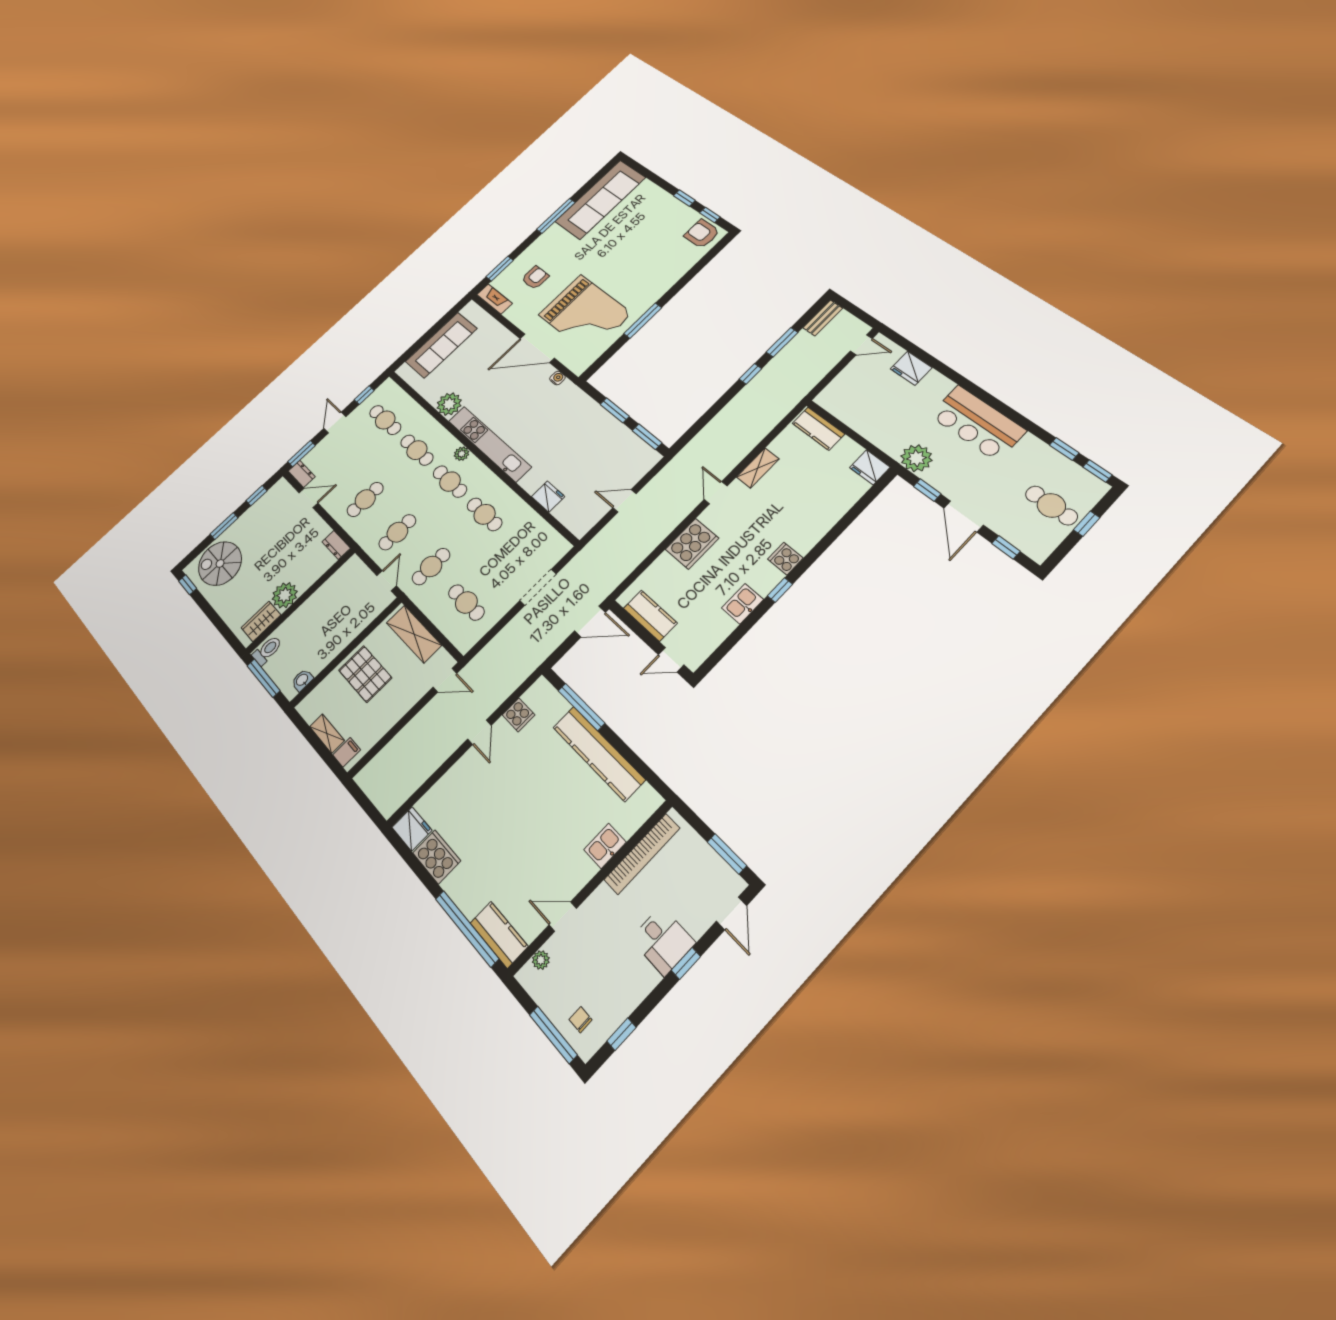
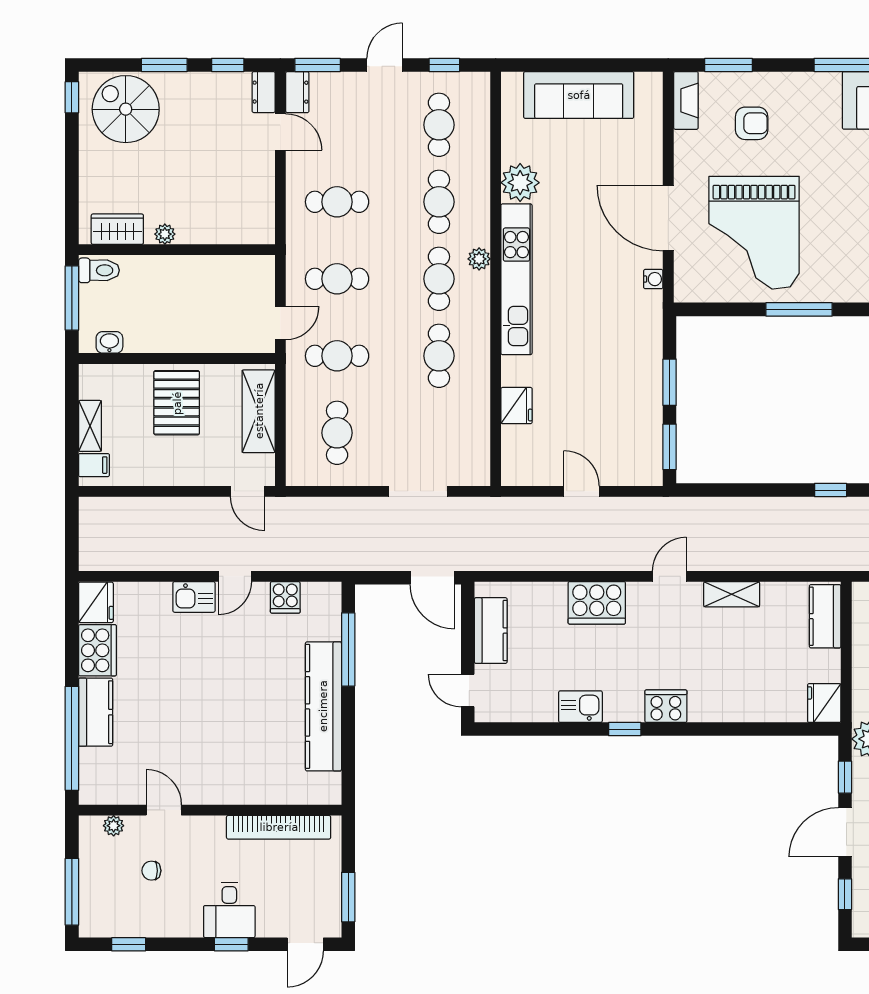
dresser: (336, 545) -> (264, 92), moved
cooker: (785, 559) -> (666, 706), width x1.36
plant: (285, 595) -> (165, 234), width x0.53, depth x0.53
kitchen sink: (605, 846) -> (194, 597), moved, turned 180
kitchen counter: (499, 935) -> (96, 712), moved
chair: (581, 1020) -> (151, 871), moved, turned -90

